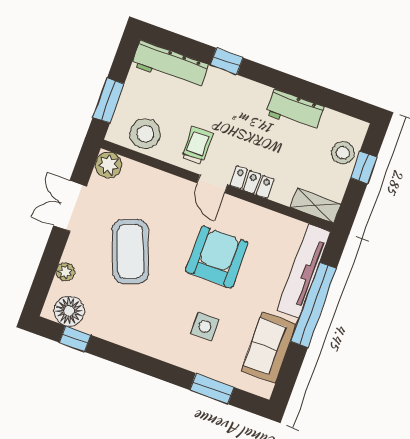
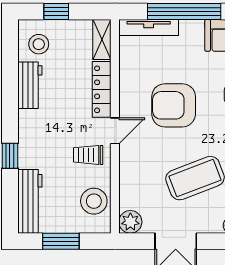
window: (108, 100) -> (61, 241), moved
stool: (343, 153) -> (39, 44), moved
locker: (252, 182) -> (102, 89), width x1.53
tv unit: (304, 271) -> (149, 27), width x0.73, depth x0.78

